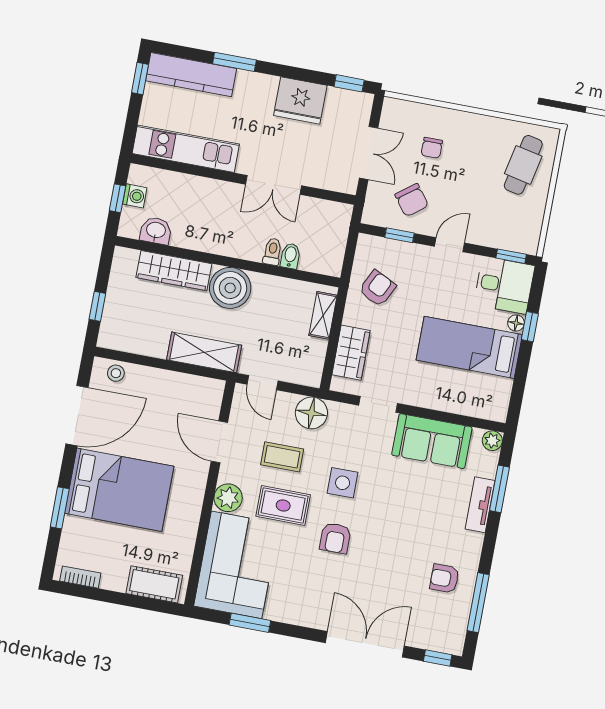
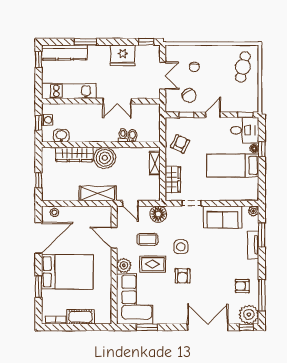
cot: (154, 584) -> (81, 317), moved
plant: (447, 635) -> (249, 314), added

